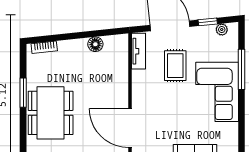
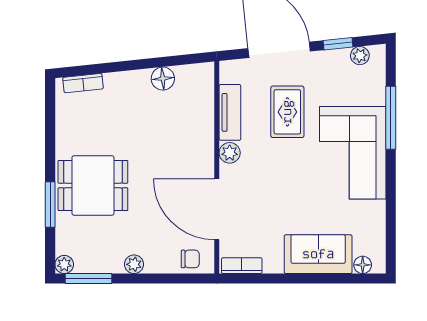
tv unit: (138, 51) -> (230, 112), moved
plant: (138, 92) -> (230, 153), added
window: (23, 93) -> (50, 204), moved
dining table: (51, 113) -> (93, 185), width x0.73

